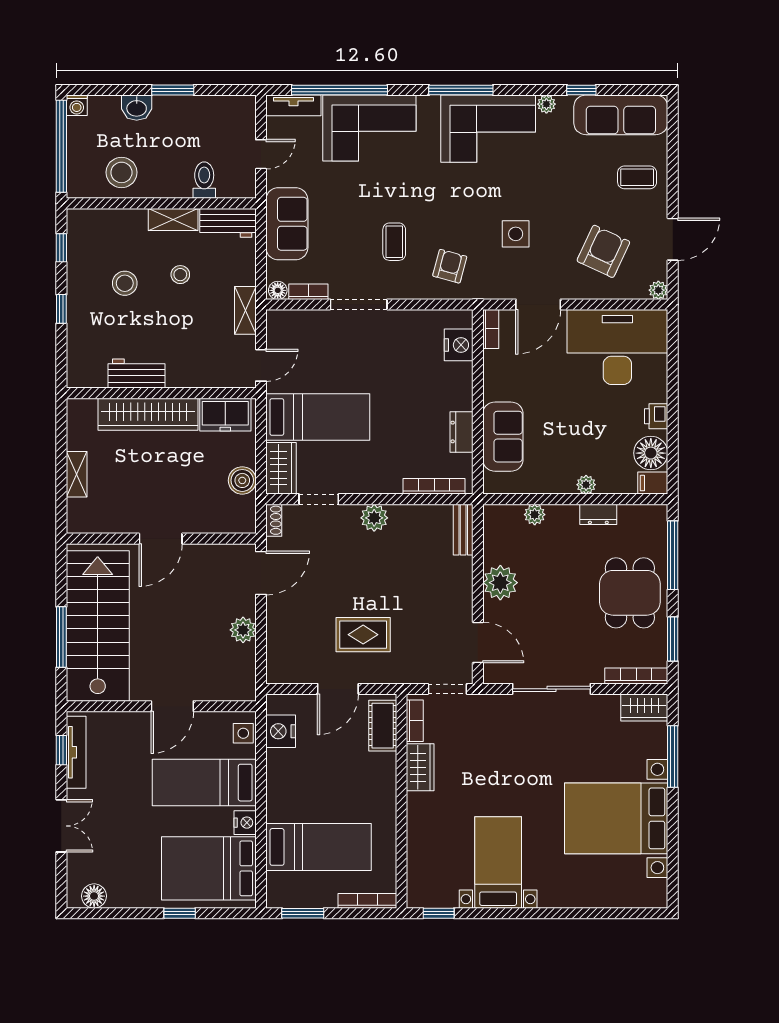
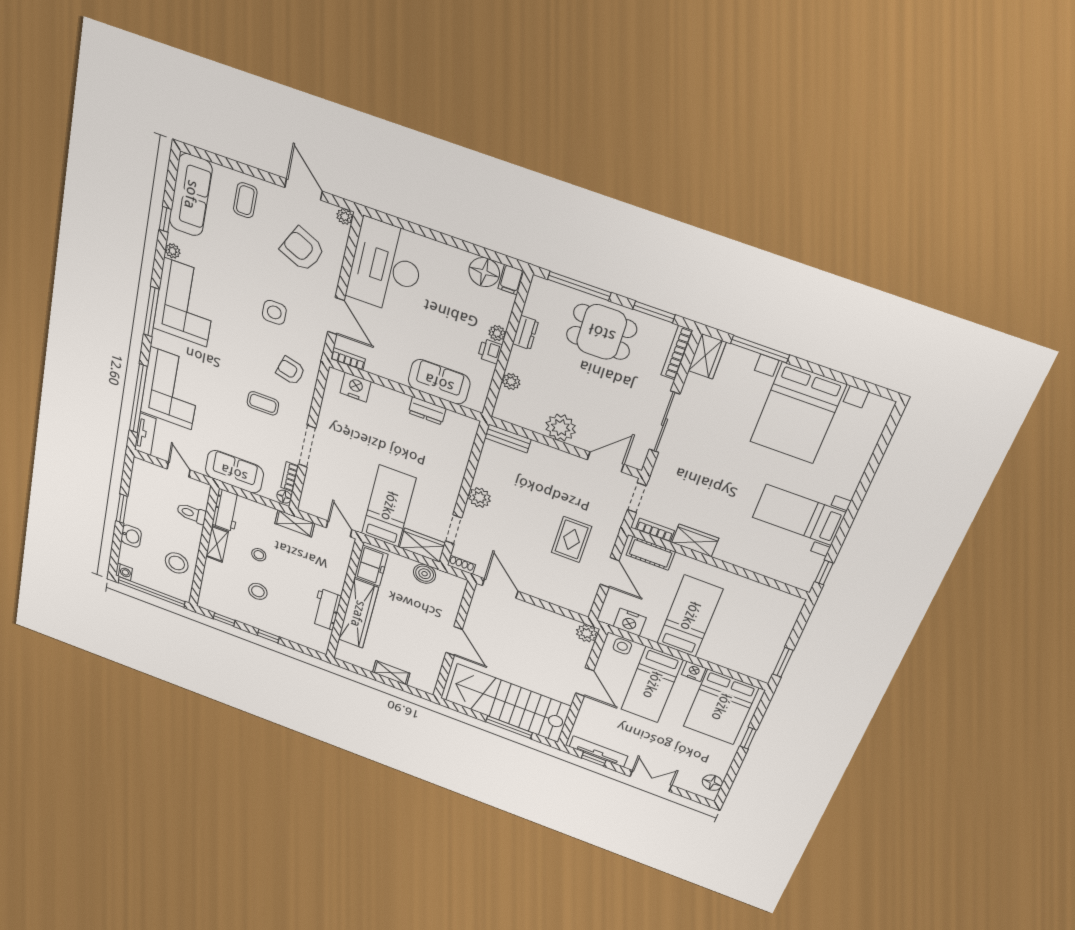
printer: (656, 416) -> (490, 351), moved, turned 90
bookcase: (434, 486) -> (466, 446), removed
plant: (243, 630) -> (587, 633), moved
bed: (319, 847) -> (690, 616), moved
bookcase: (367, 901) -> (792, 617), removed

